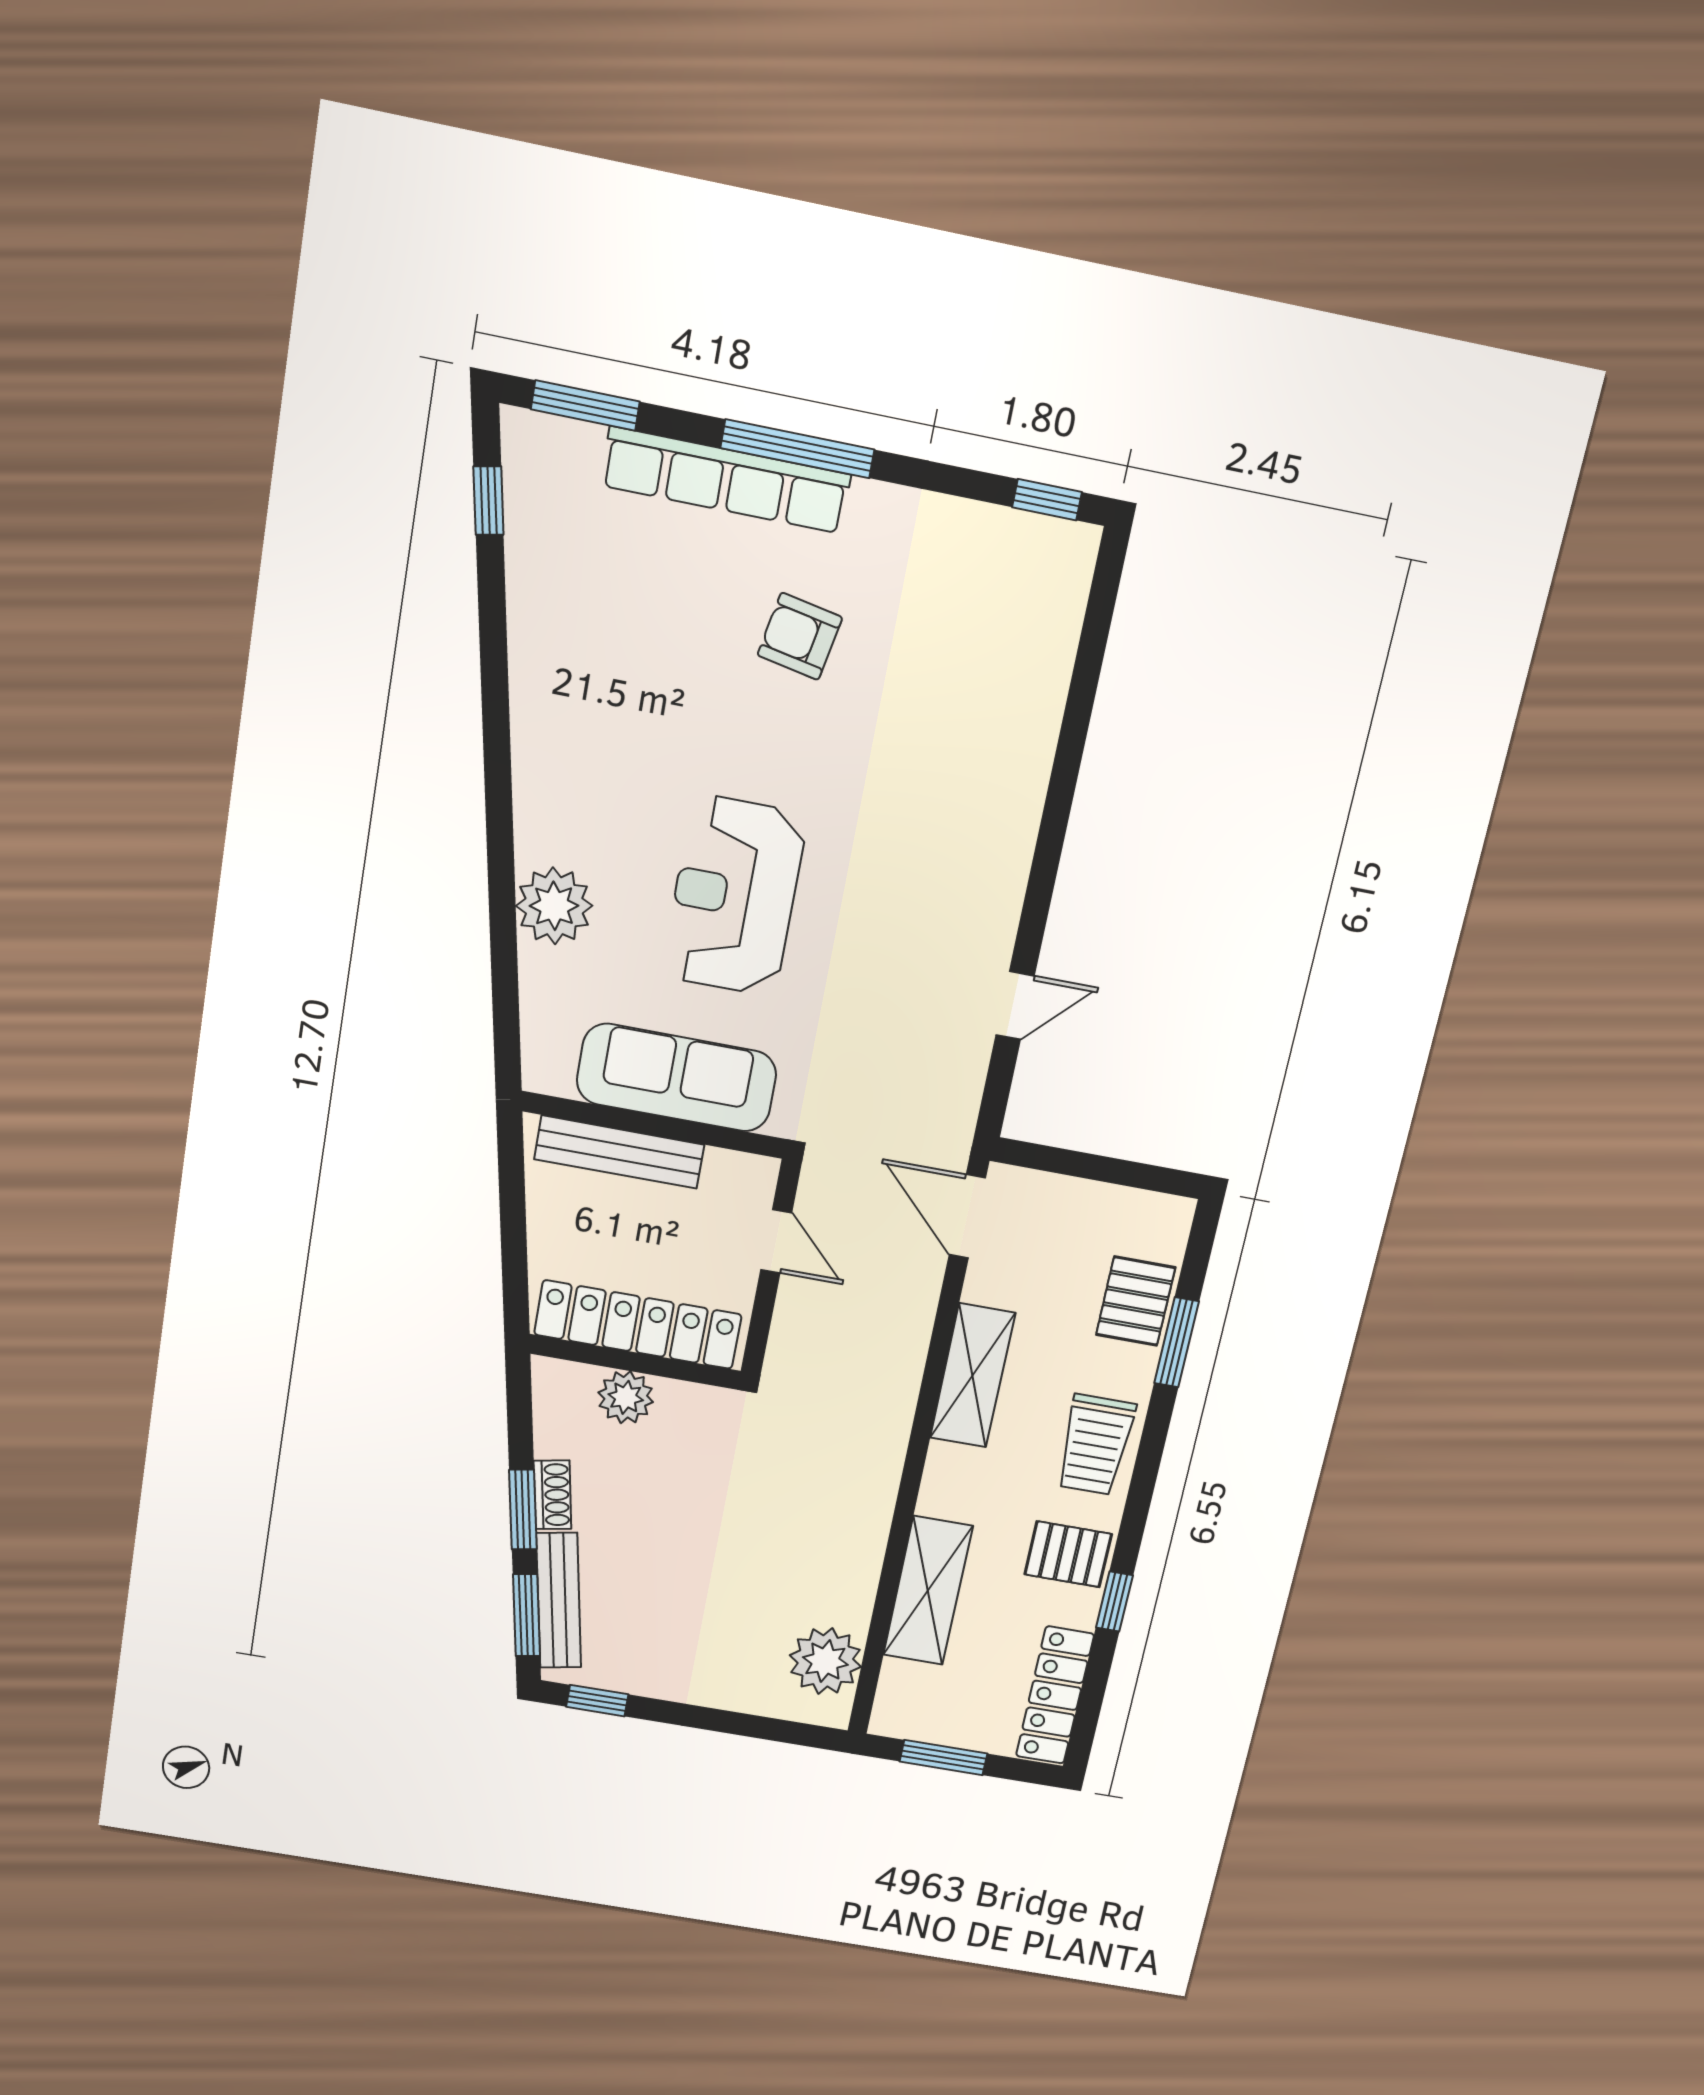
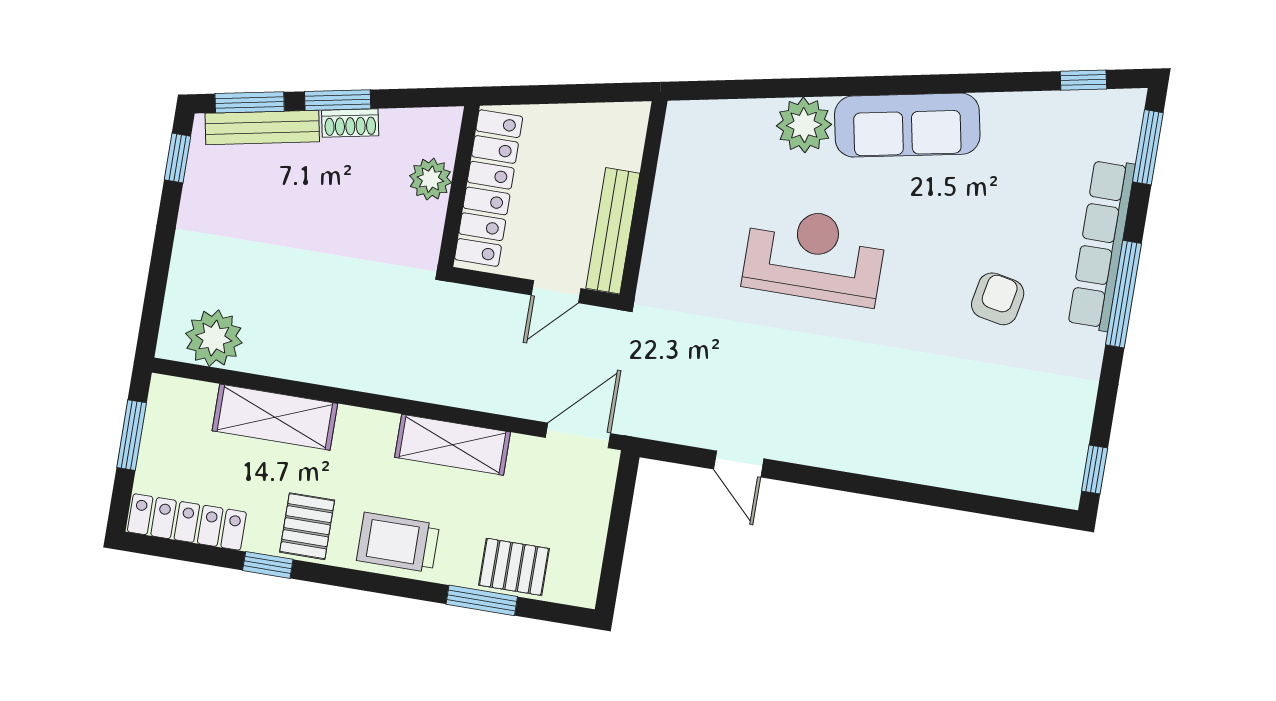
sofa: (676, 1078) -> (907, 125), moved, turned 79
bench: (619, 1152) -> (613, 231), moved

